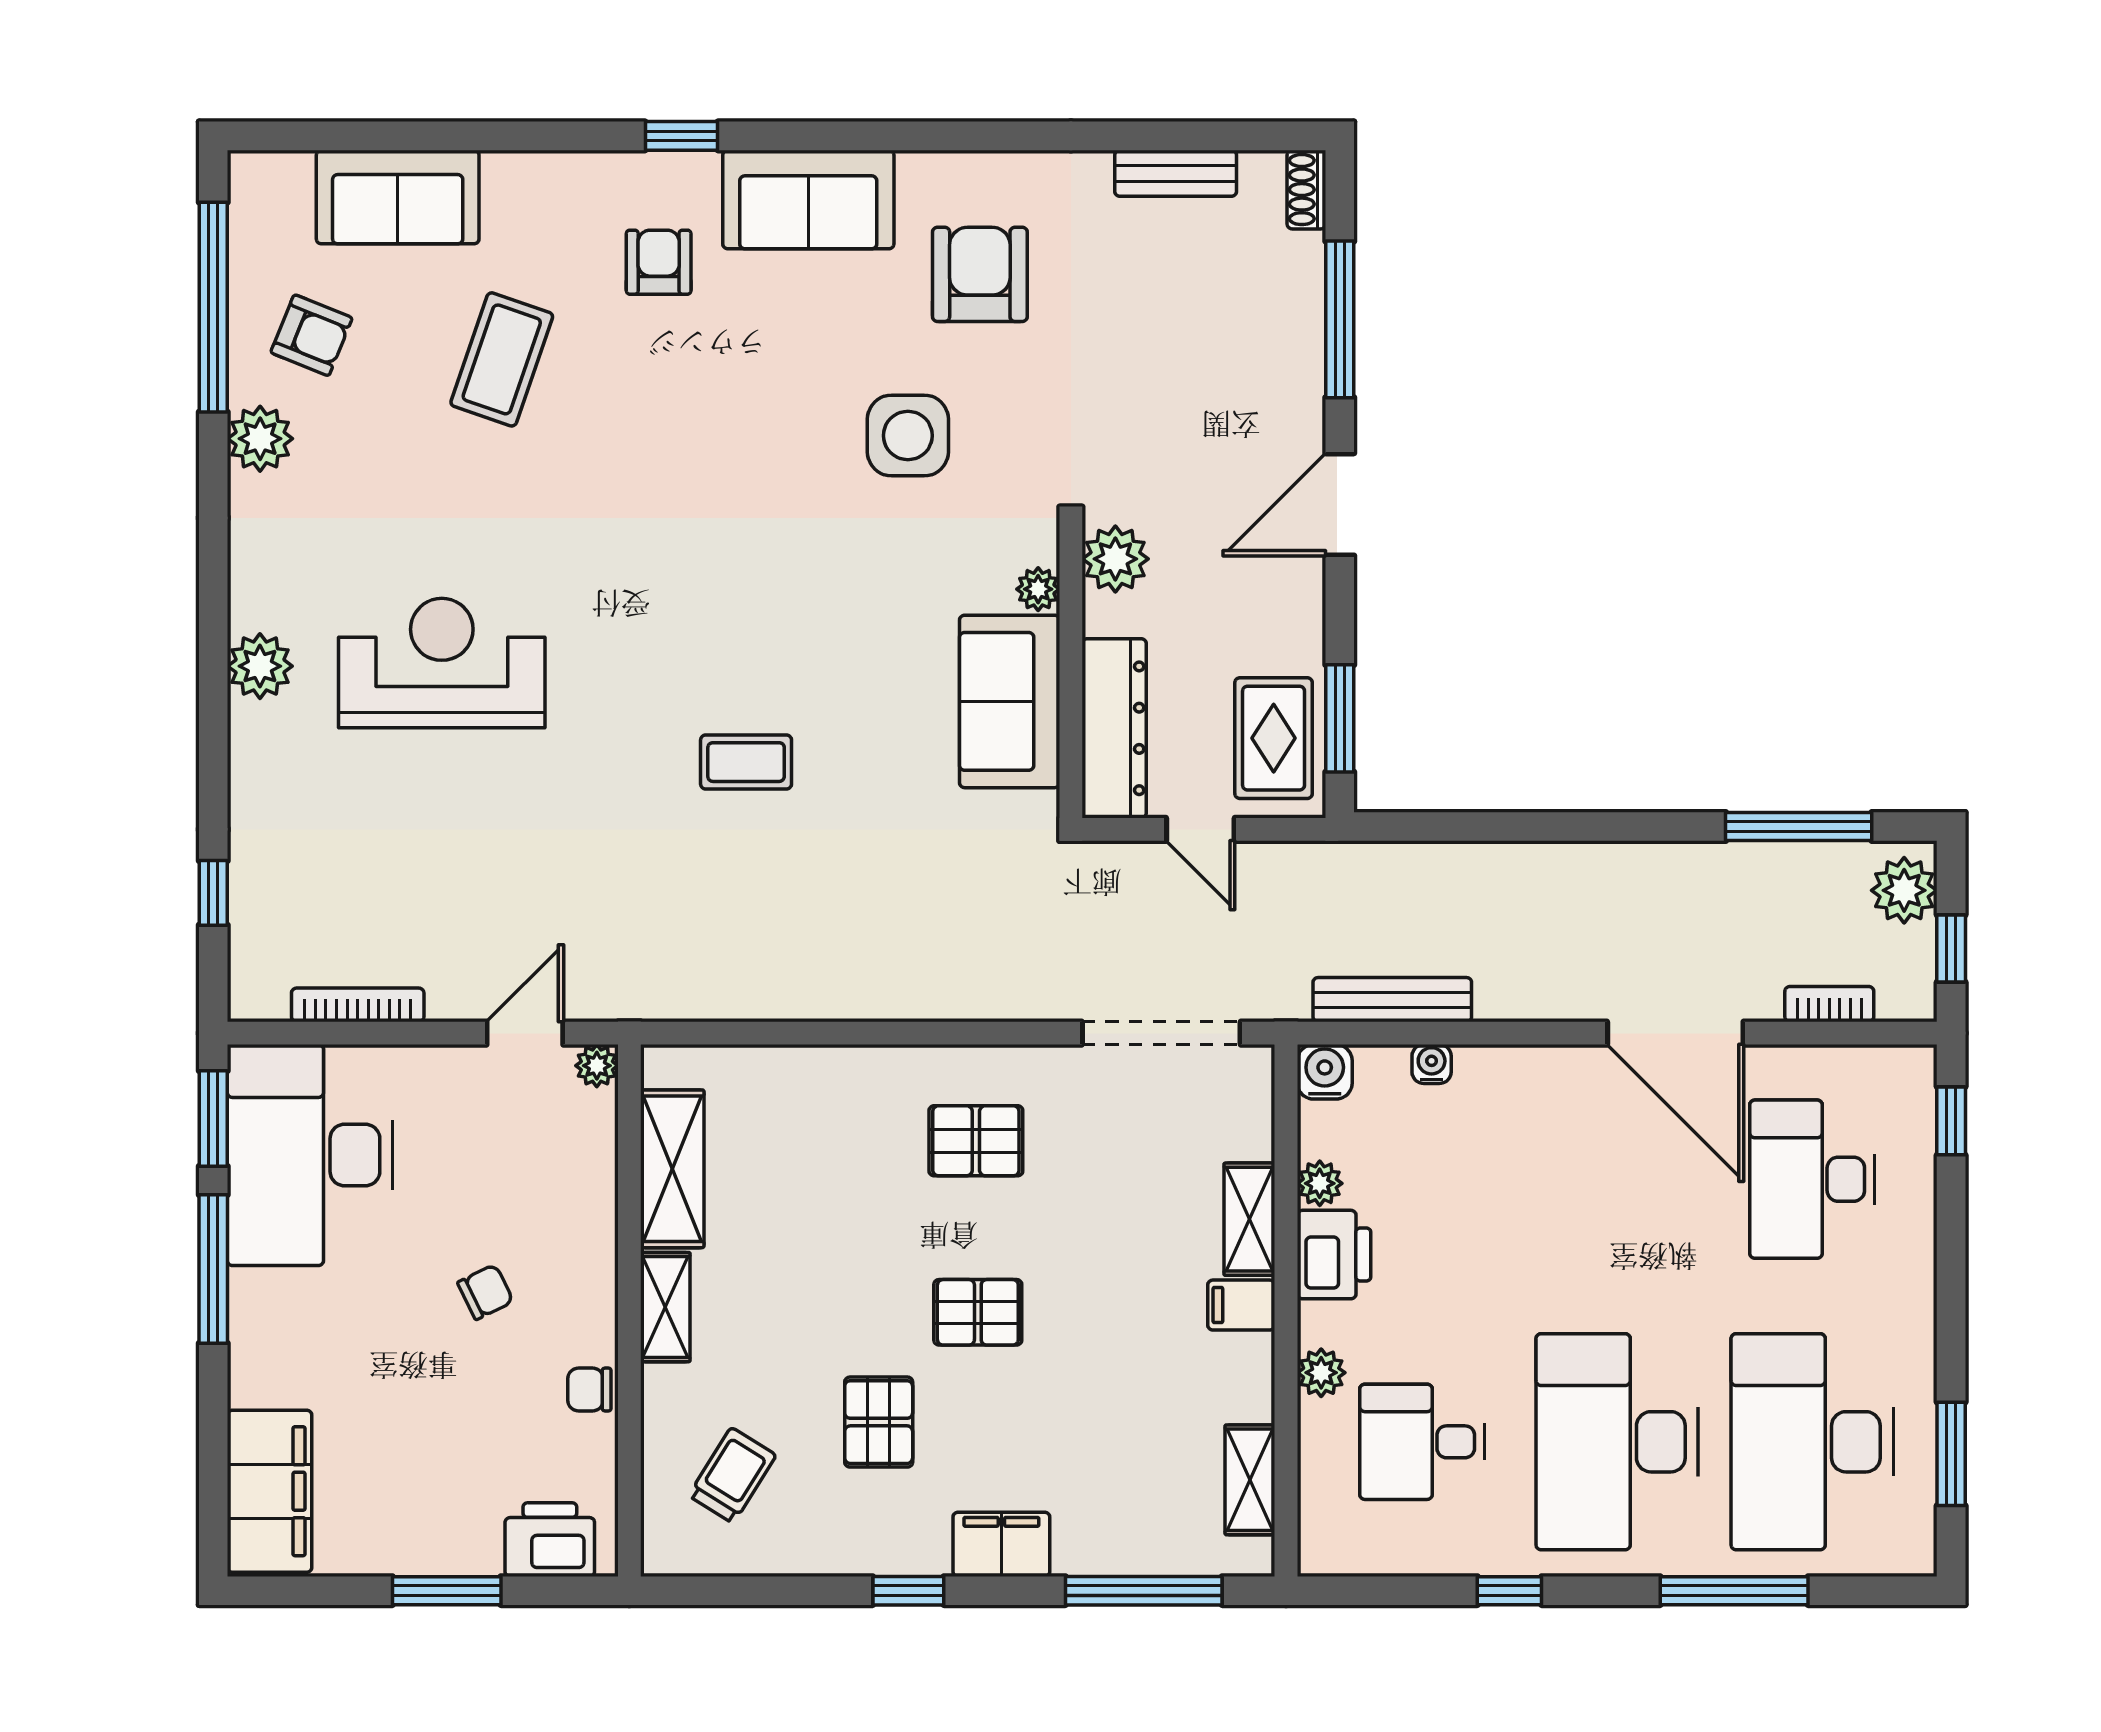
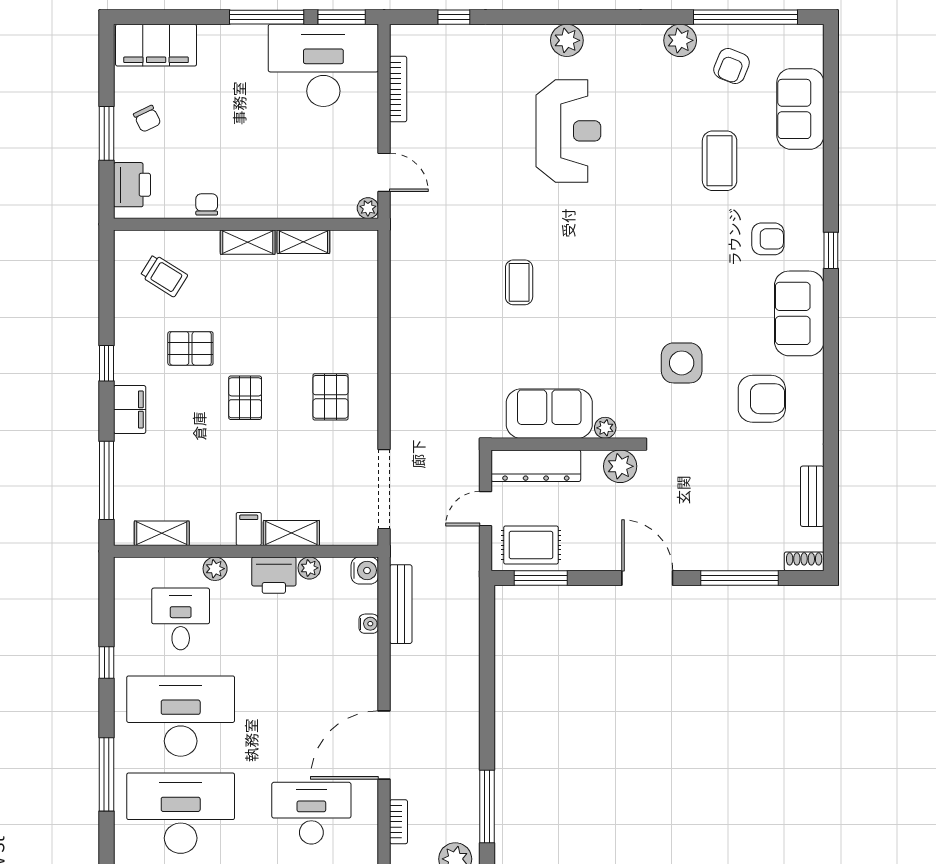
coffee table: (502, 359) -> (720, 161), turned 71
shelving: (672, 1169) -> (303, 242), width x0.67, depth x0.75
chair: (485, 1292) -> (147, 119), moved

